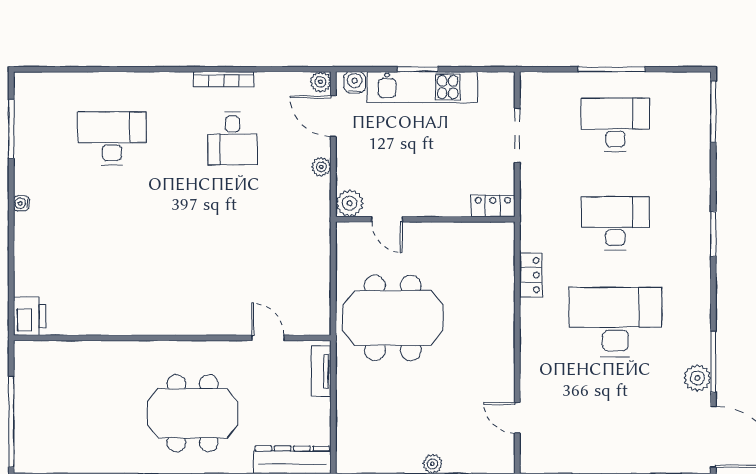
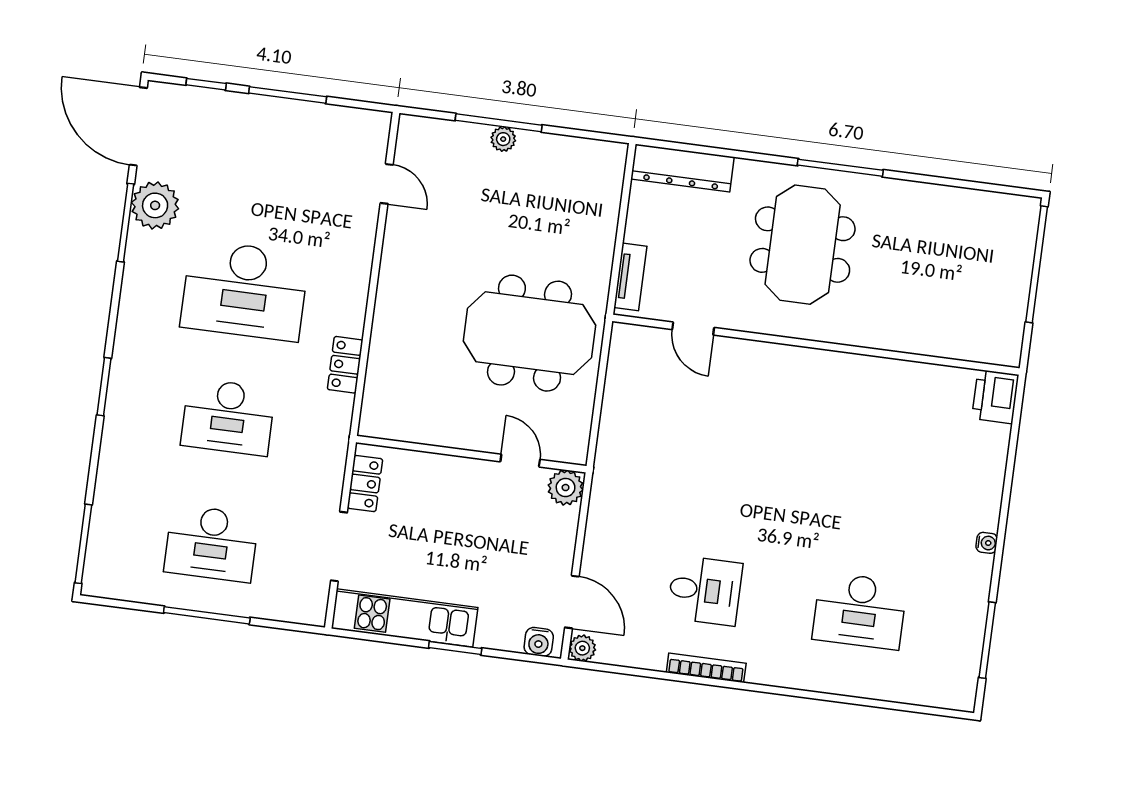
kitchen unit: (422, 87) -> (405, 618), moved
desk: (232, 138) -> (705, 590), turned 90
plant: (321, 167) -> (596, 539), removed
locker: (493, 206) -> (365, 483), moved, turned -90
plant: (697, 378) -> (155, 205), width x1.36, depth x1.36
meeting table: (193, 413) -> (803, 245), turned 90

